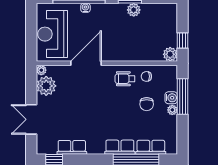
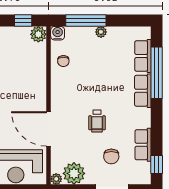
wheelchair: (125, 79) -> (97, 121), moved
water cooler: (171, 98) -> (58, 33), moved
chair: (147, 104) -> (111, 156), moved, turned 90

